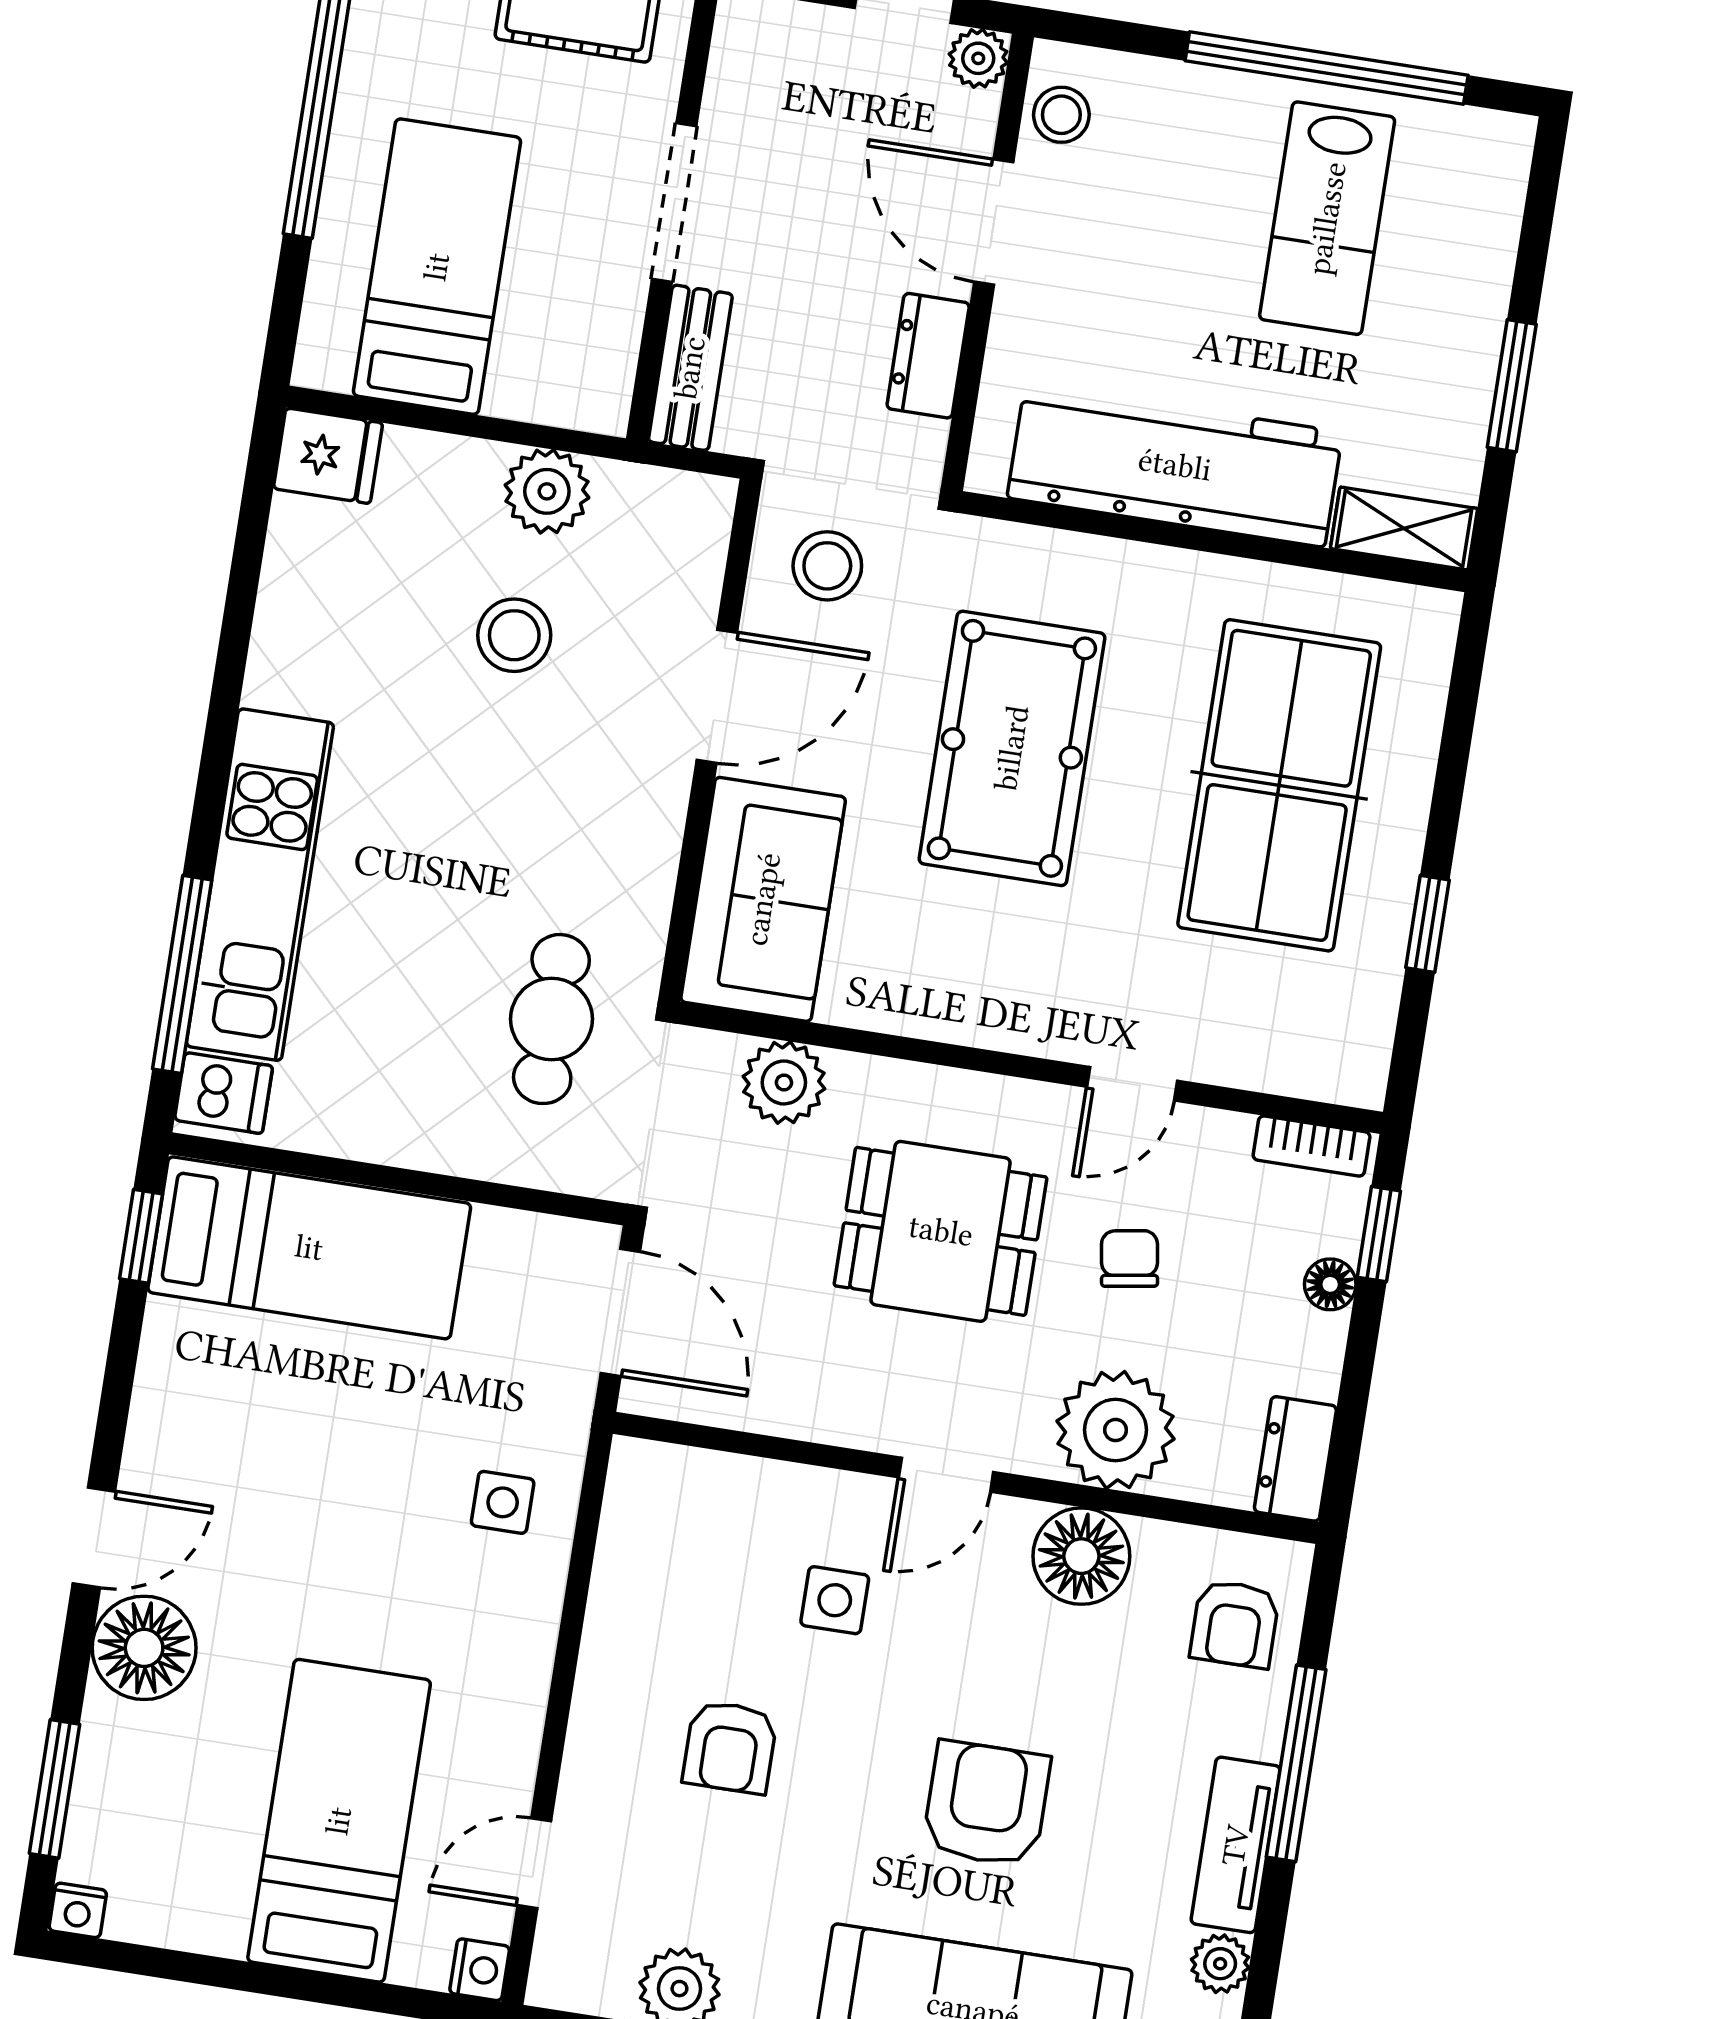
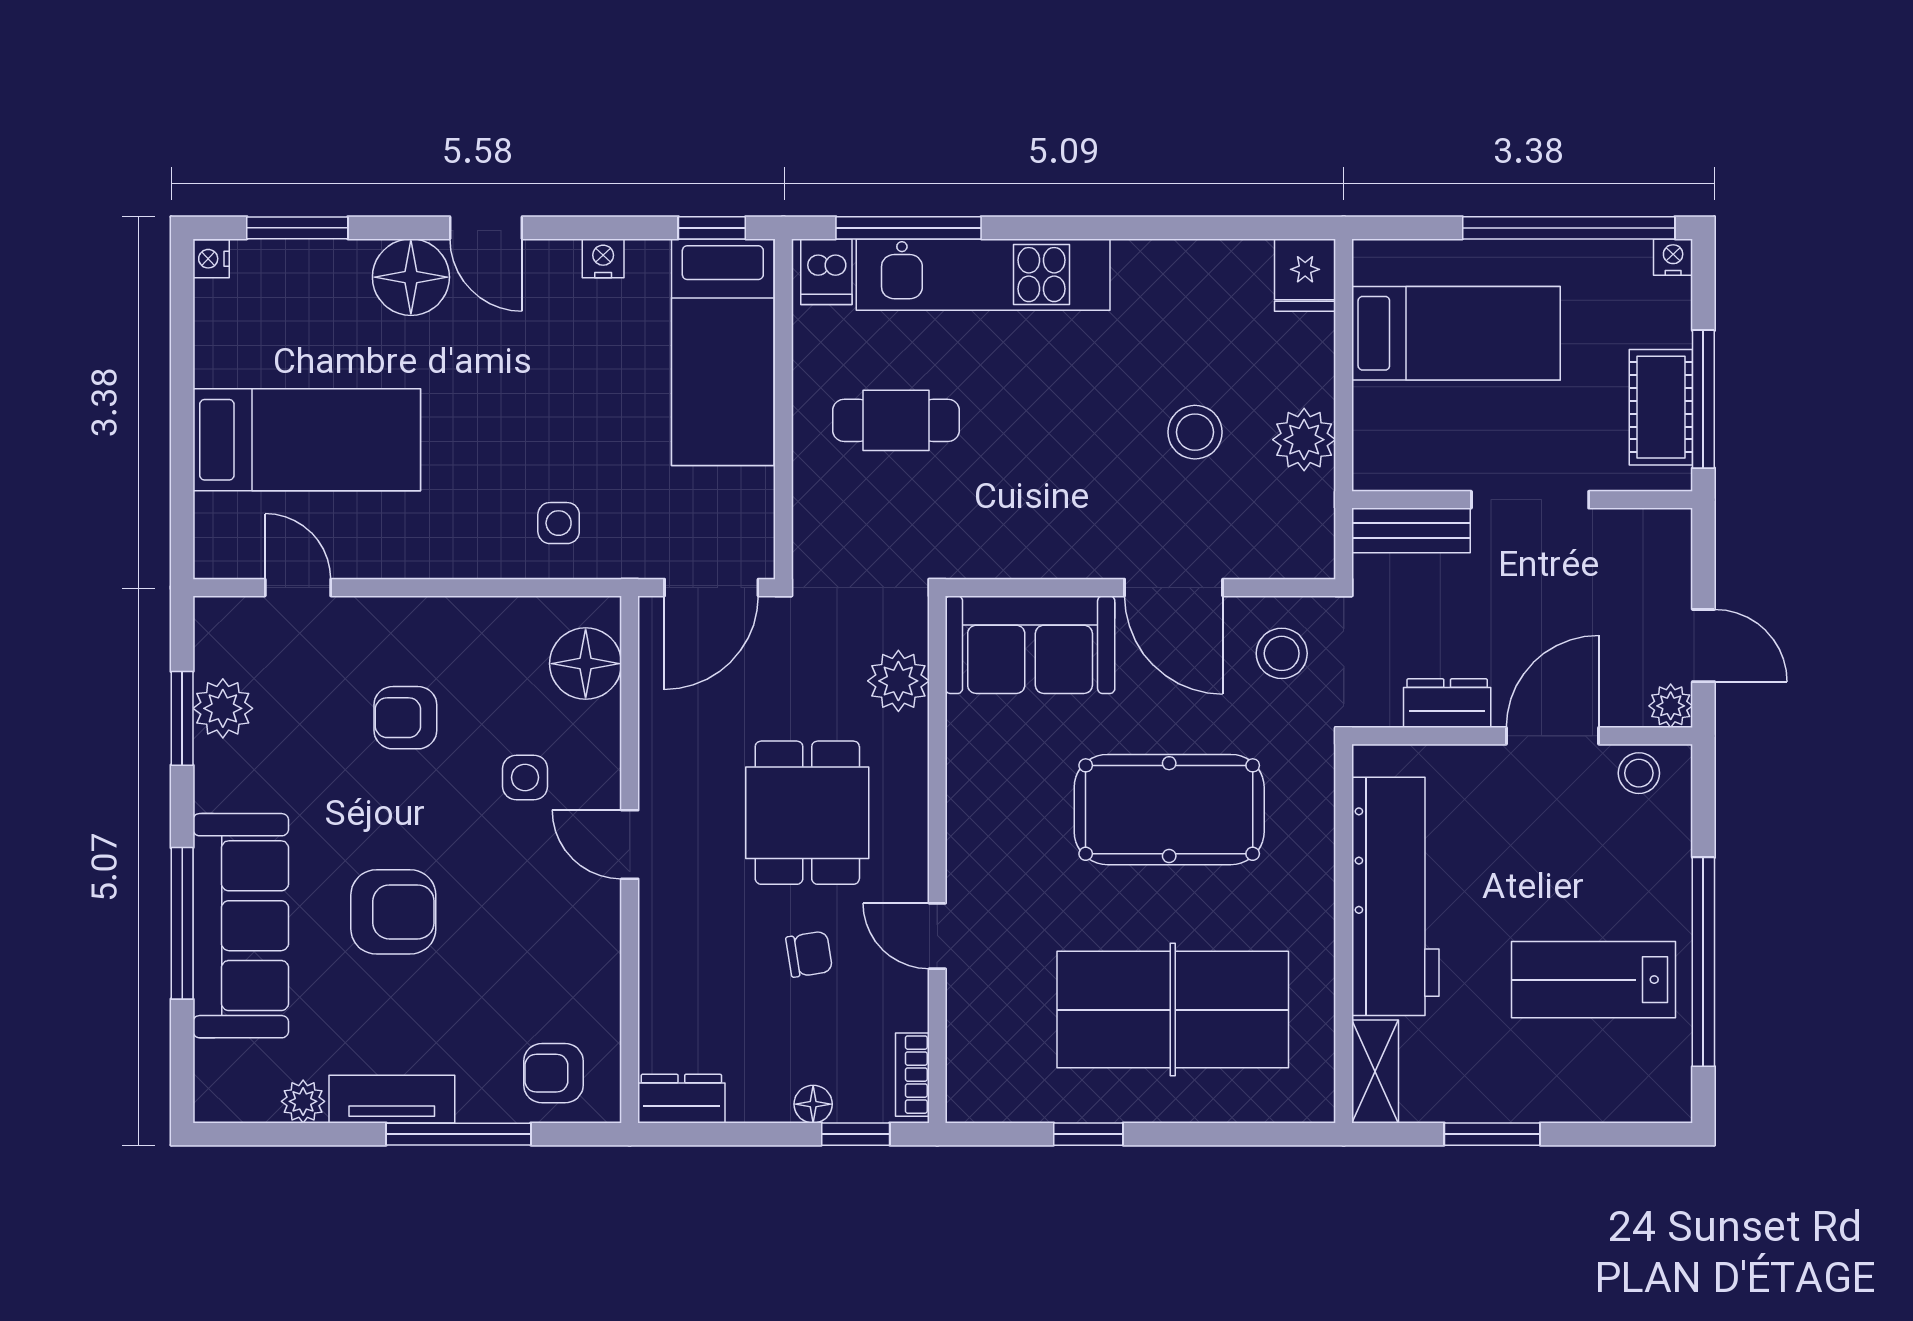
cafe table: (551, 1019) -> (896, 420), moved
plant: (1116, 1430) -> (682, 964), removed
floor lamp: (1081, 1556) -> (586, 664), moved
nightstand: (480, 1970) -> (603, 258), moved, turned 180

